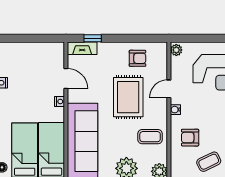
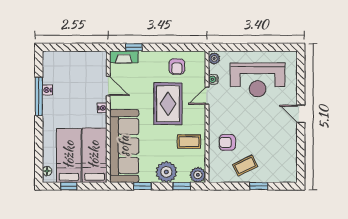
armchair: (138, 58) -> (177, 67), turned 90
water cooler: (175, 110) -> (213, 79), moved

